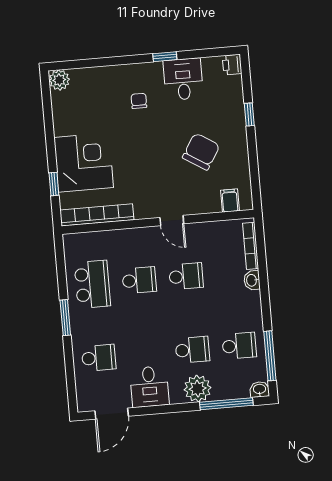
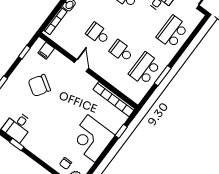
chair: (139, 101) -> (66, 163), moved
corner desk: (84, 162) -> (91, 139), moved
window: (254, 175) -> (24, 52), added
window: (65, 318) -> (163, 76), moved
school desk: (99, 358) -> (172, 32), width x1.85

